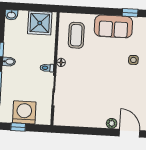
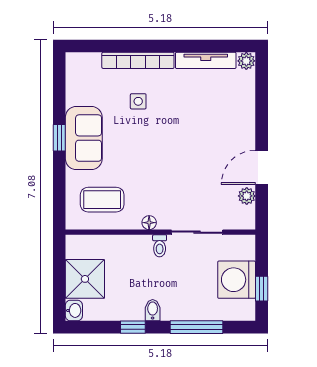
window: (130, 13) -> (59, 138), moved
shower: (40, 23) -> (85, 279), moved
plant: (112, 123) -> (247, 196), moved
door: (130, 133) -> (262, 167), moved

